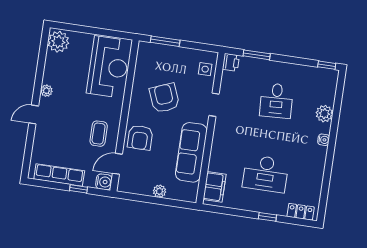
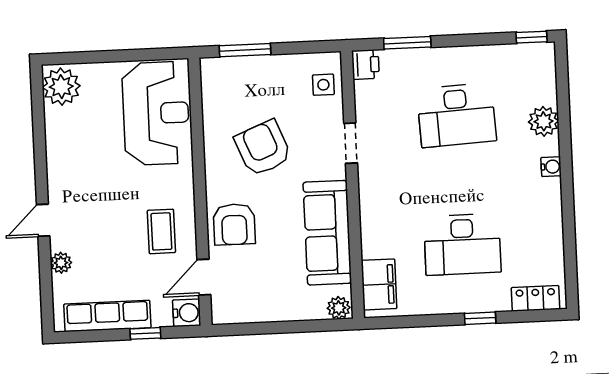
plant: (46, 91) -> (61, 263), moved
desk: (276, 101) -> (457, 115), width x1.37
plant: (160, 191) -> (339, 308), moved

